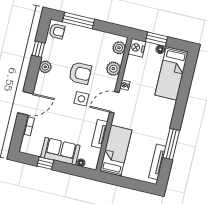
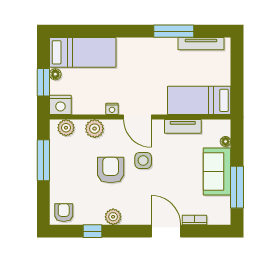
window: (78, 21) -> (43, 160), moved
window: (45, 163) -> (237, 187), width x2.17

